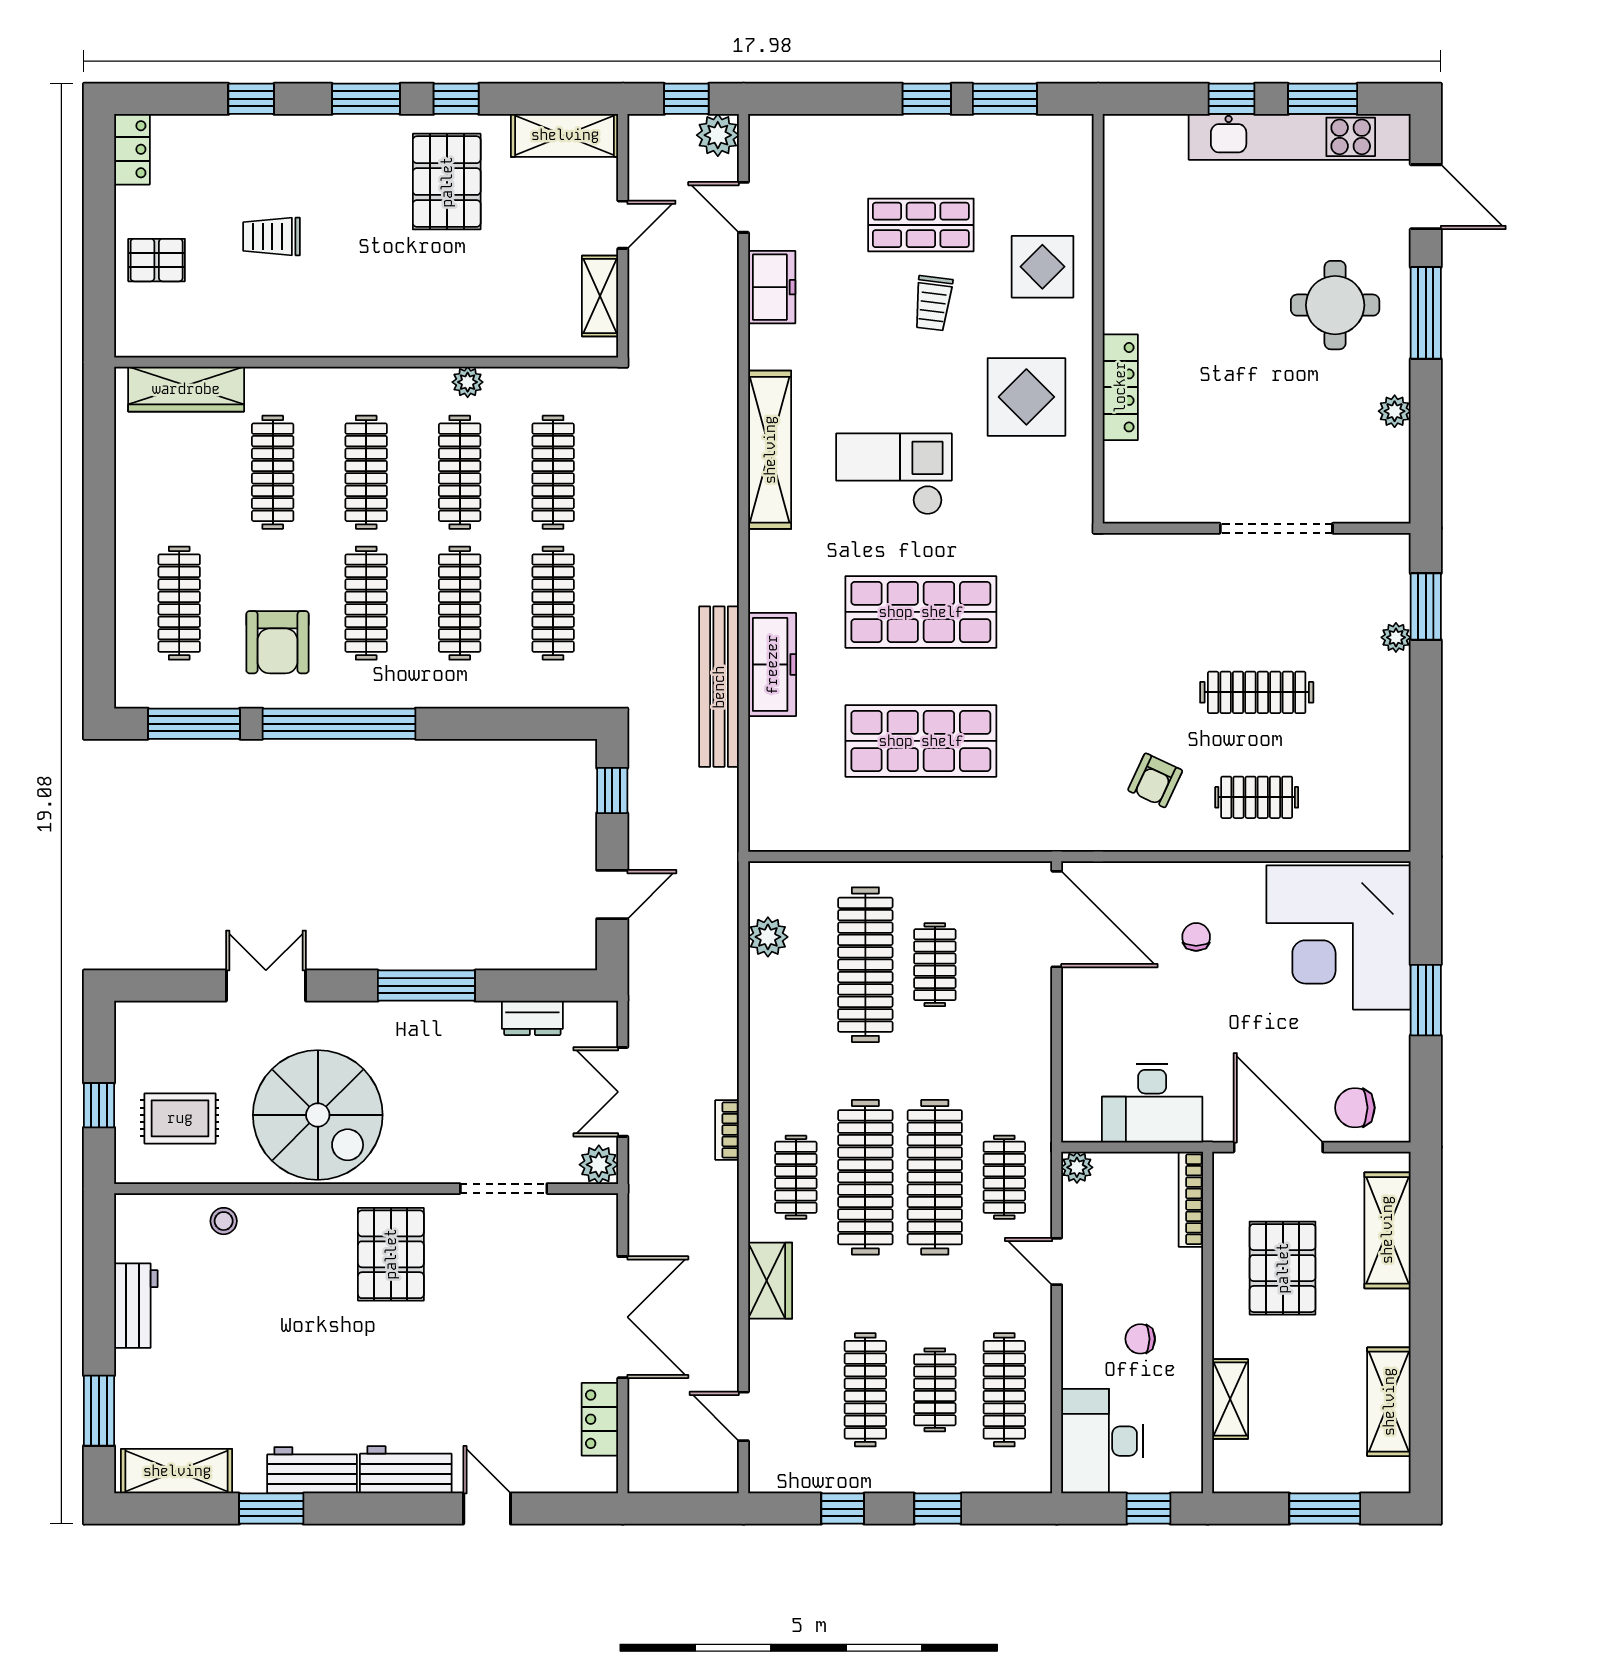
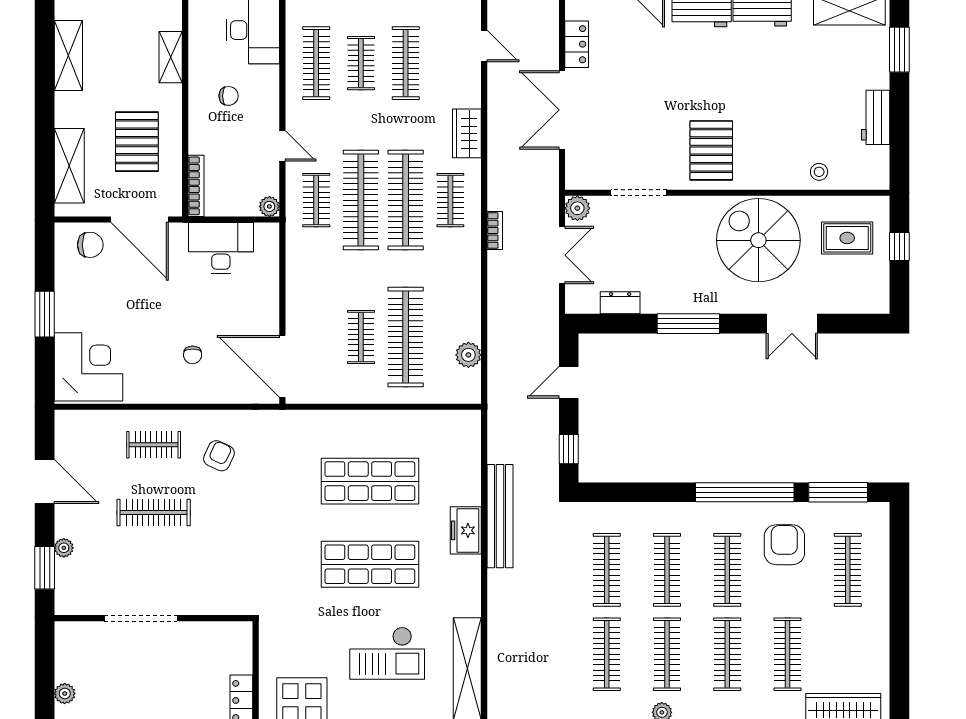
freezer: (772, 664) -> (466, 530), width x0.71
door: (1426, 740) -> (45, 481), added
corner desk: (1338, 937) -> (89, 367), width x0.74, depth x0.74

